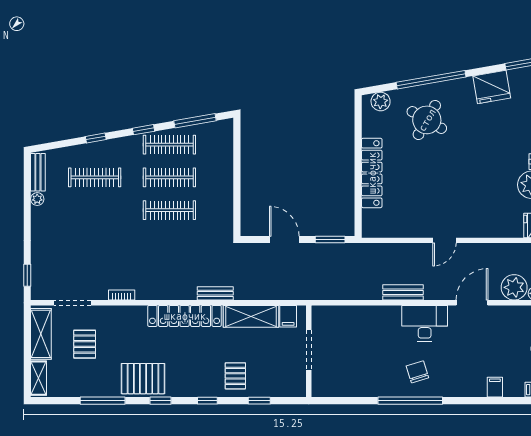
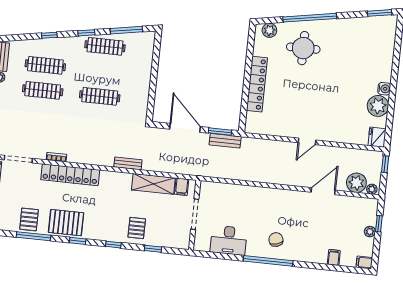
fridge: (492, 87) -> (355, 28), removed
round table: (427, 120) -> (303, 48), turned -30
clothes rail: (169, 177) -> (43, 90), moved
door: (284, 239) -> (185, 128), width x1.36
bench: (403, 292) -> (225, 141), moved
locker: (185, 316) -> (70, 175), moved
desk: (425, 323) -> (229, 240), moved, turned 180
pallet: (85, 344) -> (29, 219), moved

